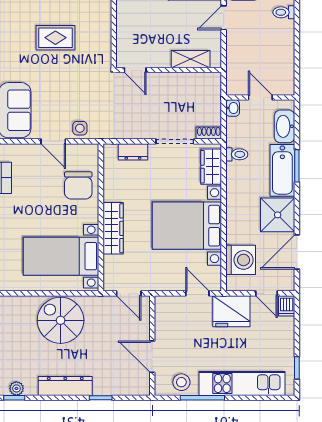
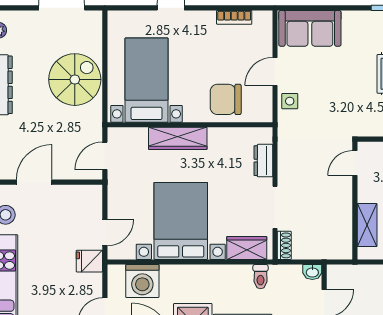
fridge: (231, 311) -> (89, 261), width x0.53, depth x0.75

